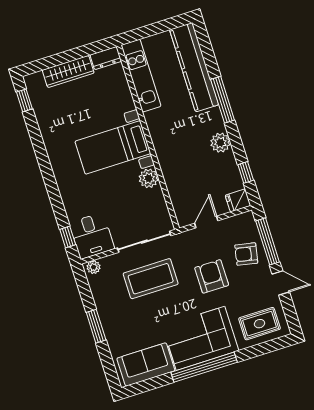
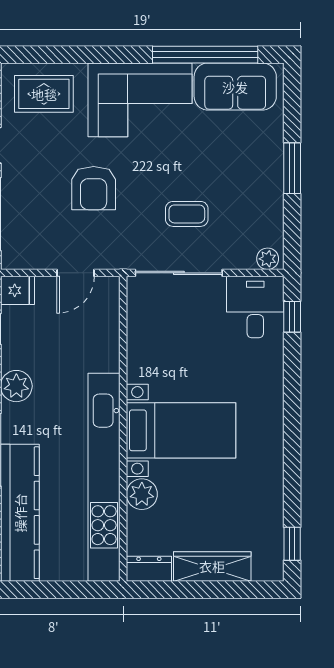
kitchen unit: (141, 76) -> (104, 477), width x1.86
plant: (149, 178) -> (142, 494), moved
armchair: (246, 254) -> (31, 205), removed
coffee table: (151, 279) -> (187, 214), width x0.54, depth x0.58
window: (204, 367) -> (205, 55), moved

